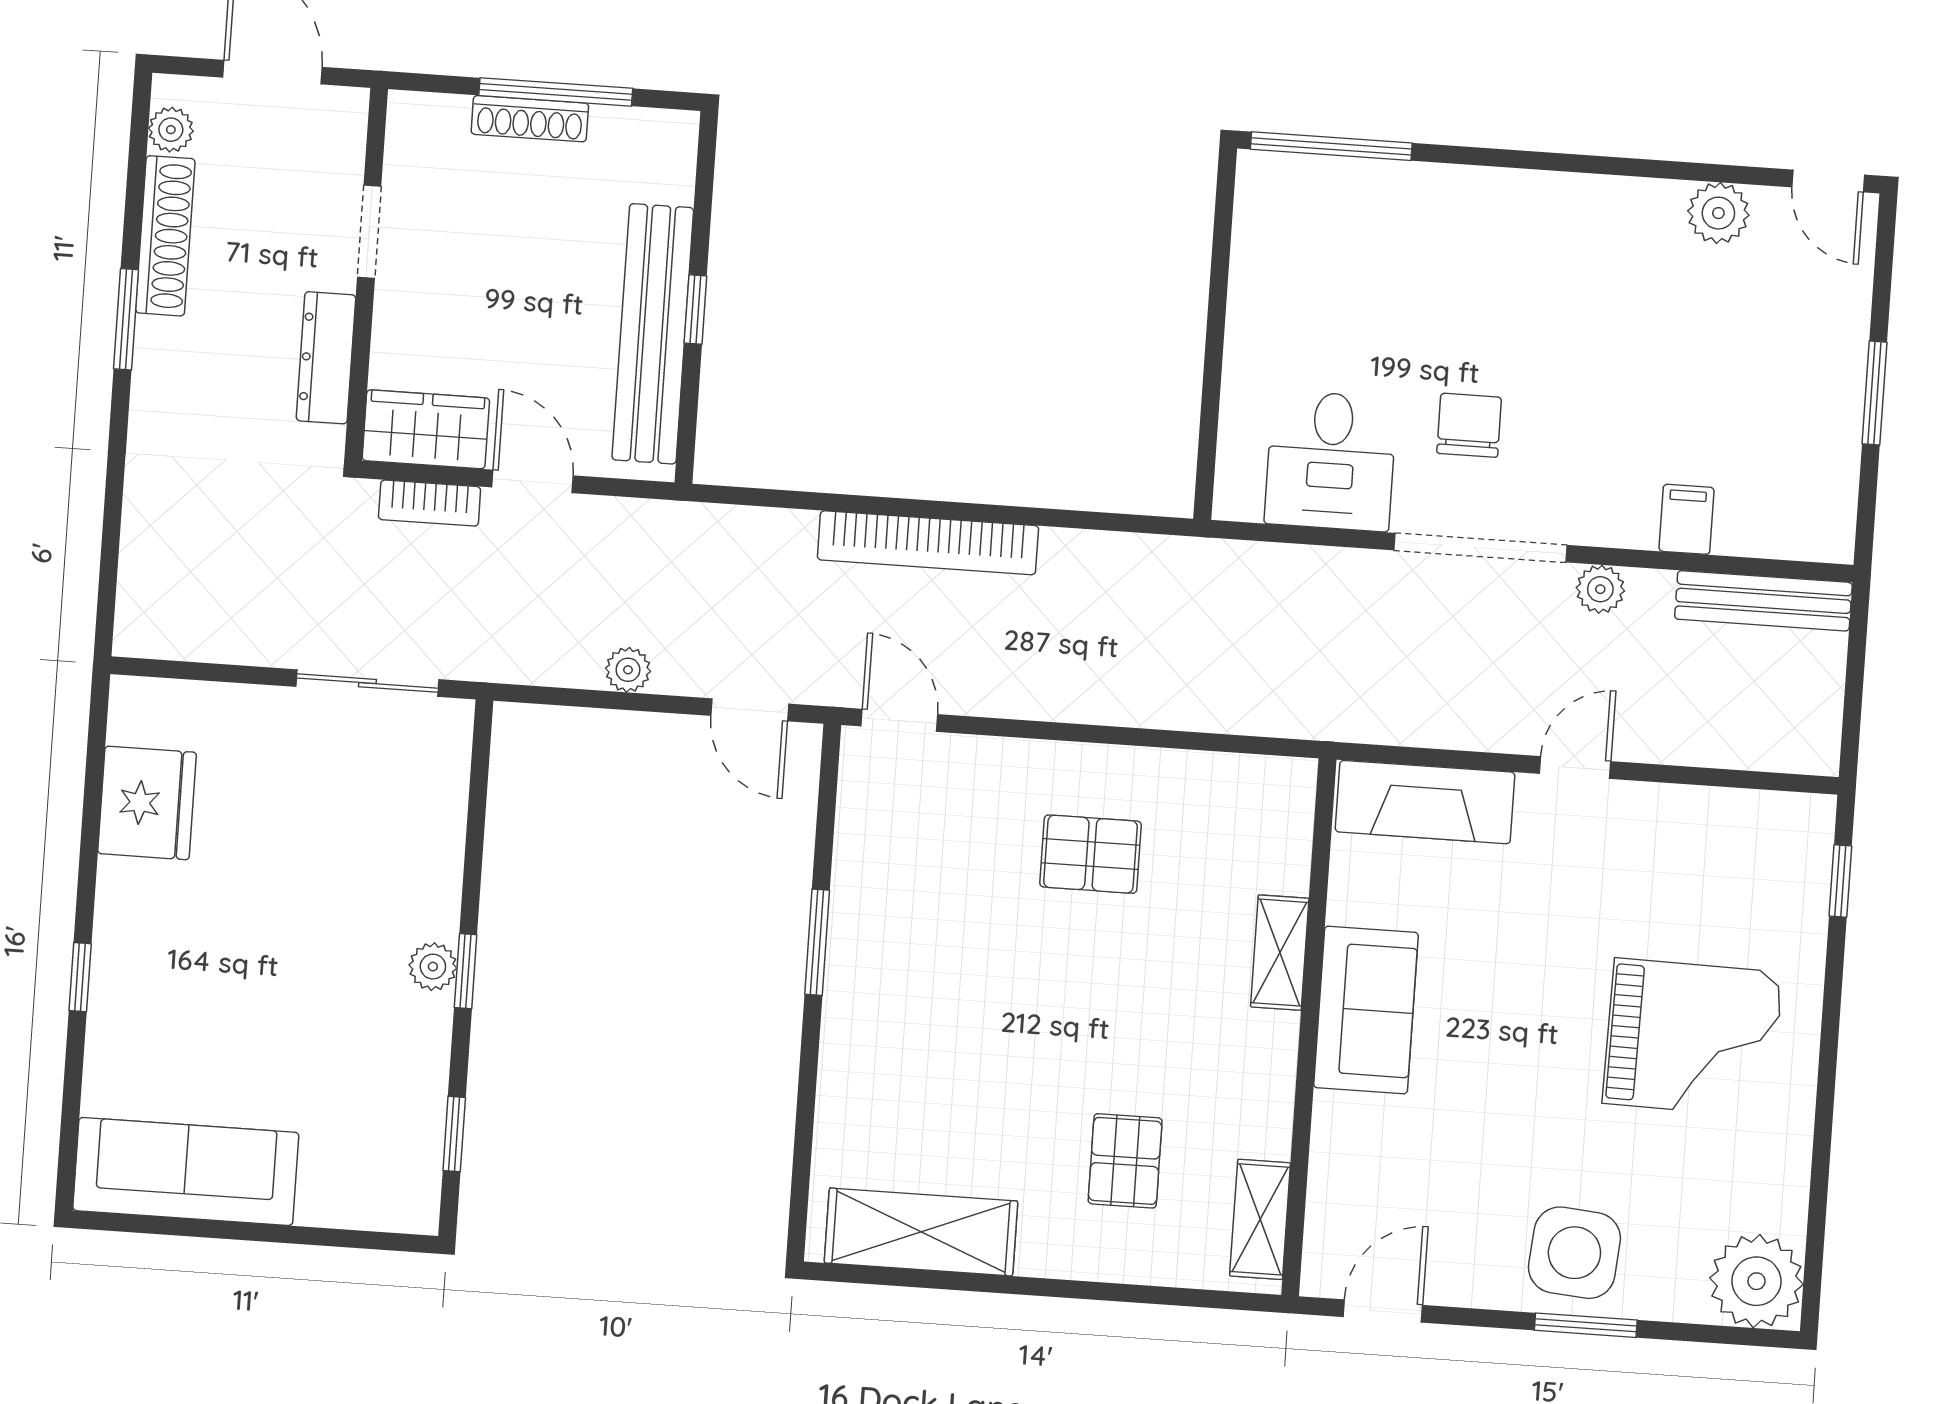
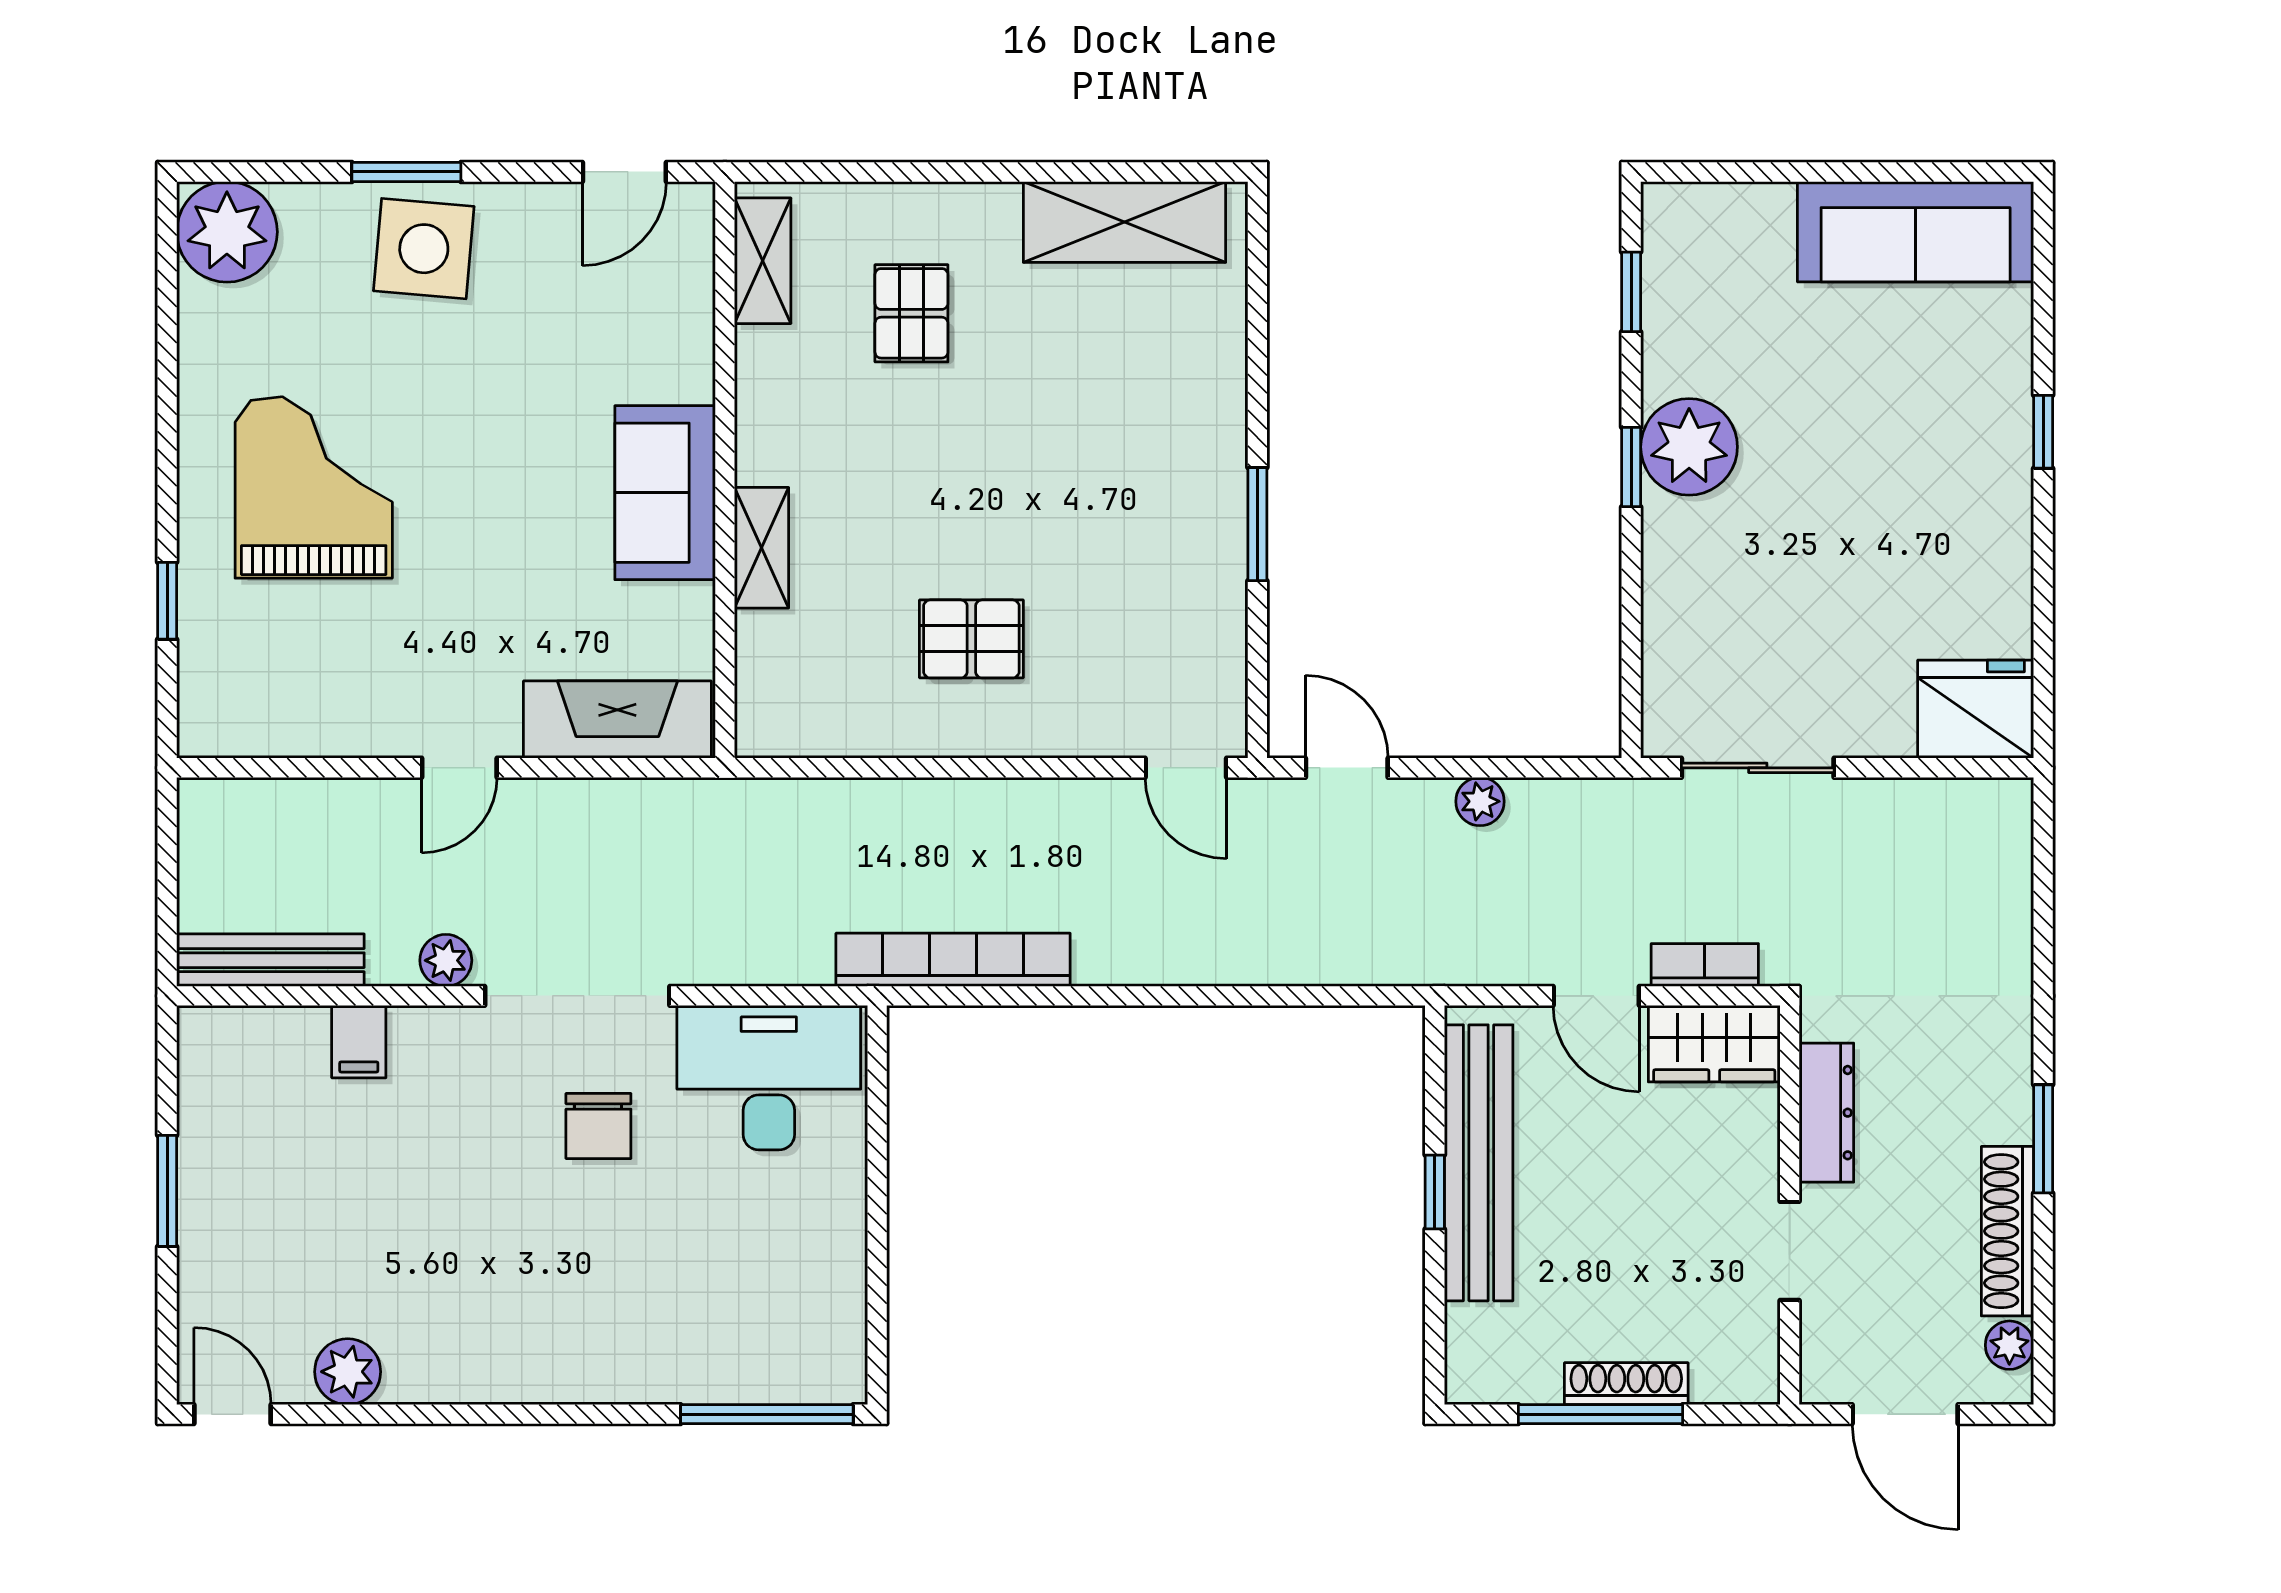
desk: (1331, 461) -> (769, 1078), width x1.37
bookcase: (928, 543) -> (953, 960), moved
fridge: (147, 803) -> (1976, 709), moved, turned 90
window: (1840, 881) -> (167, 601), moved
plant: (433, 967) -> (1689, 447), width x1.88, depth x1.88
grand piano: (1692, 1038) -> (314, 487), turned 89

